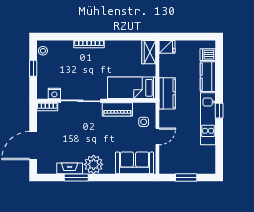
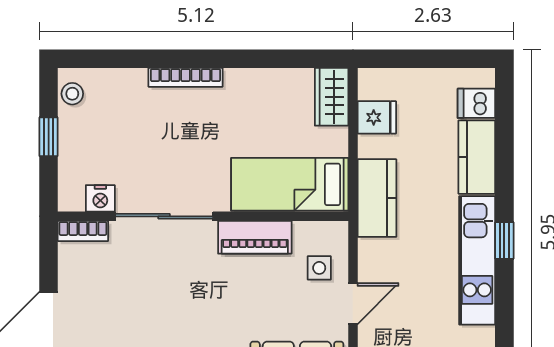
fridge: (167, 47) -> (377, 117), moved

